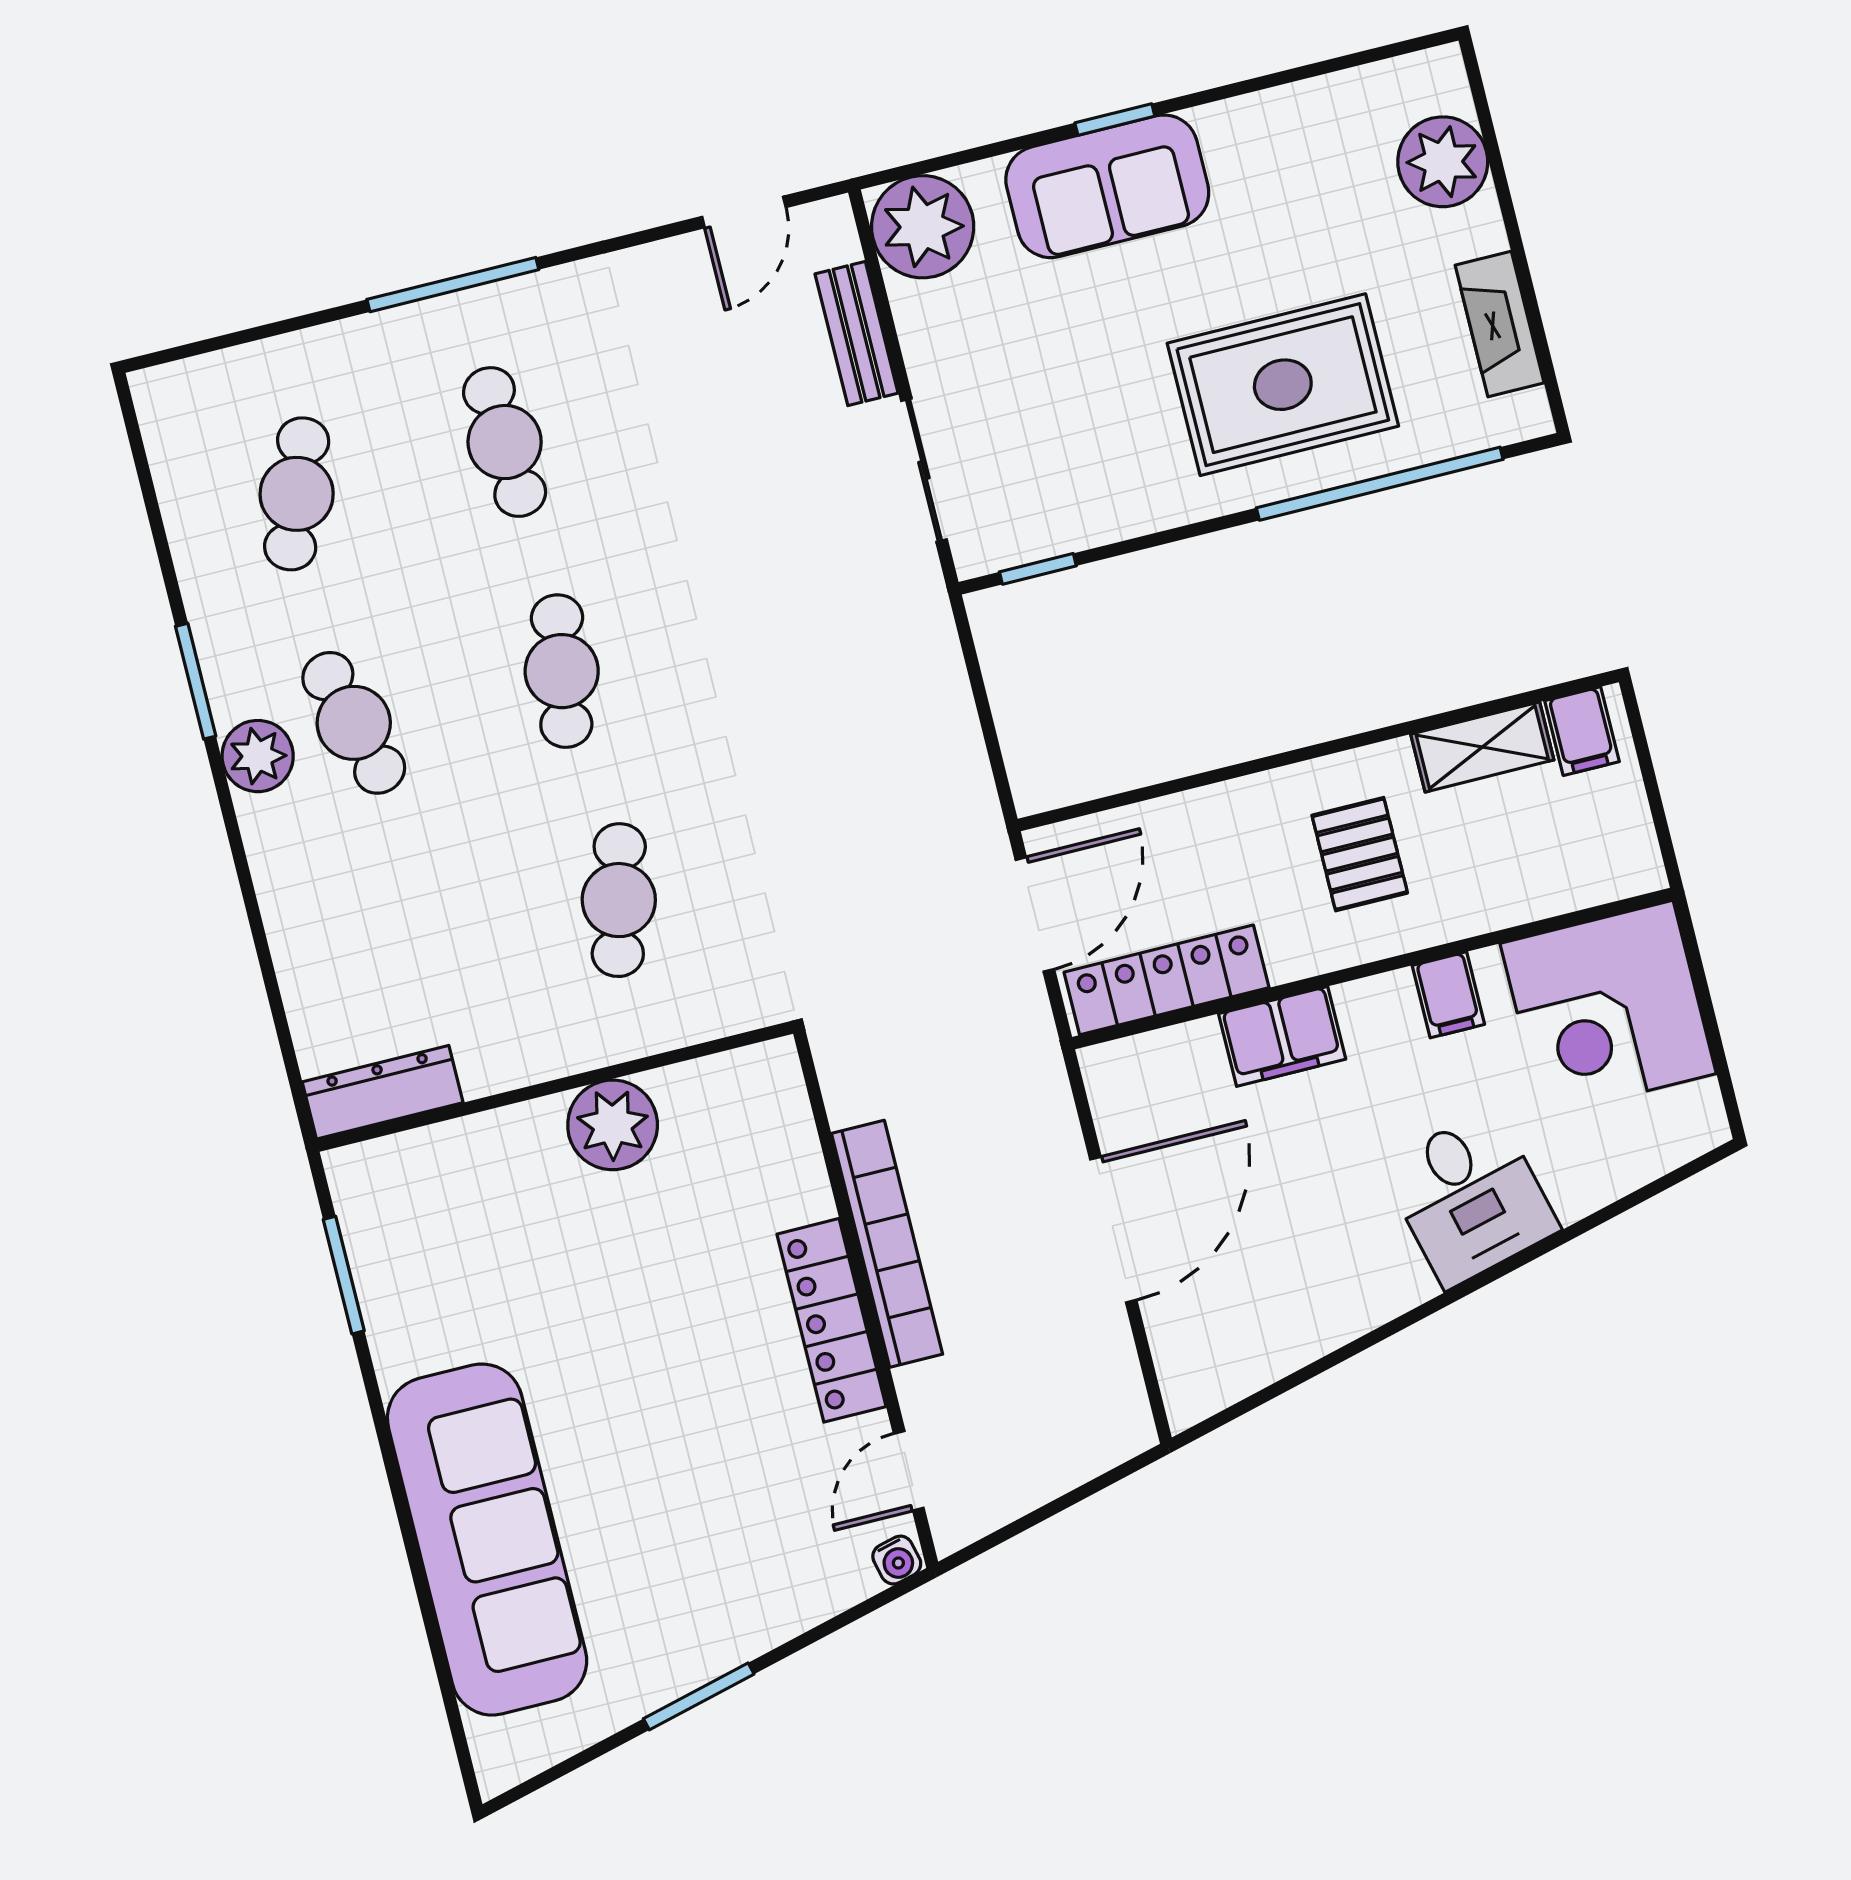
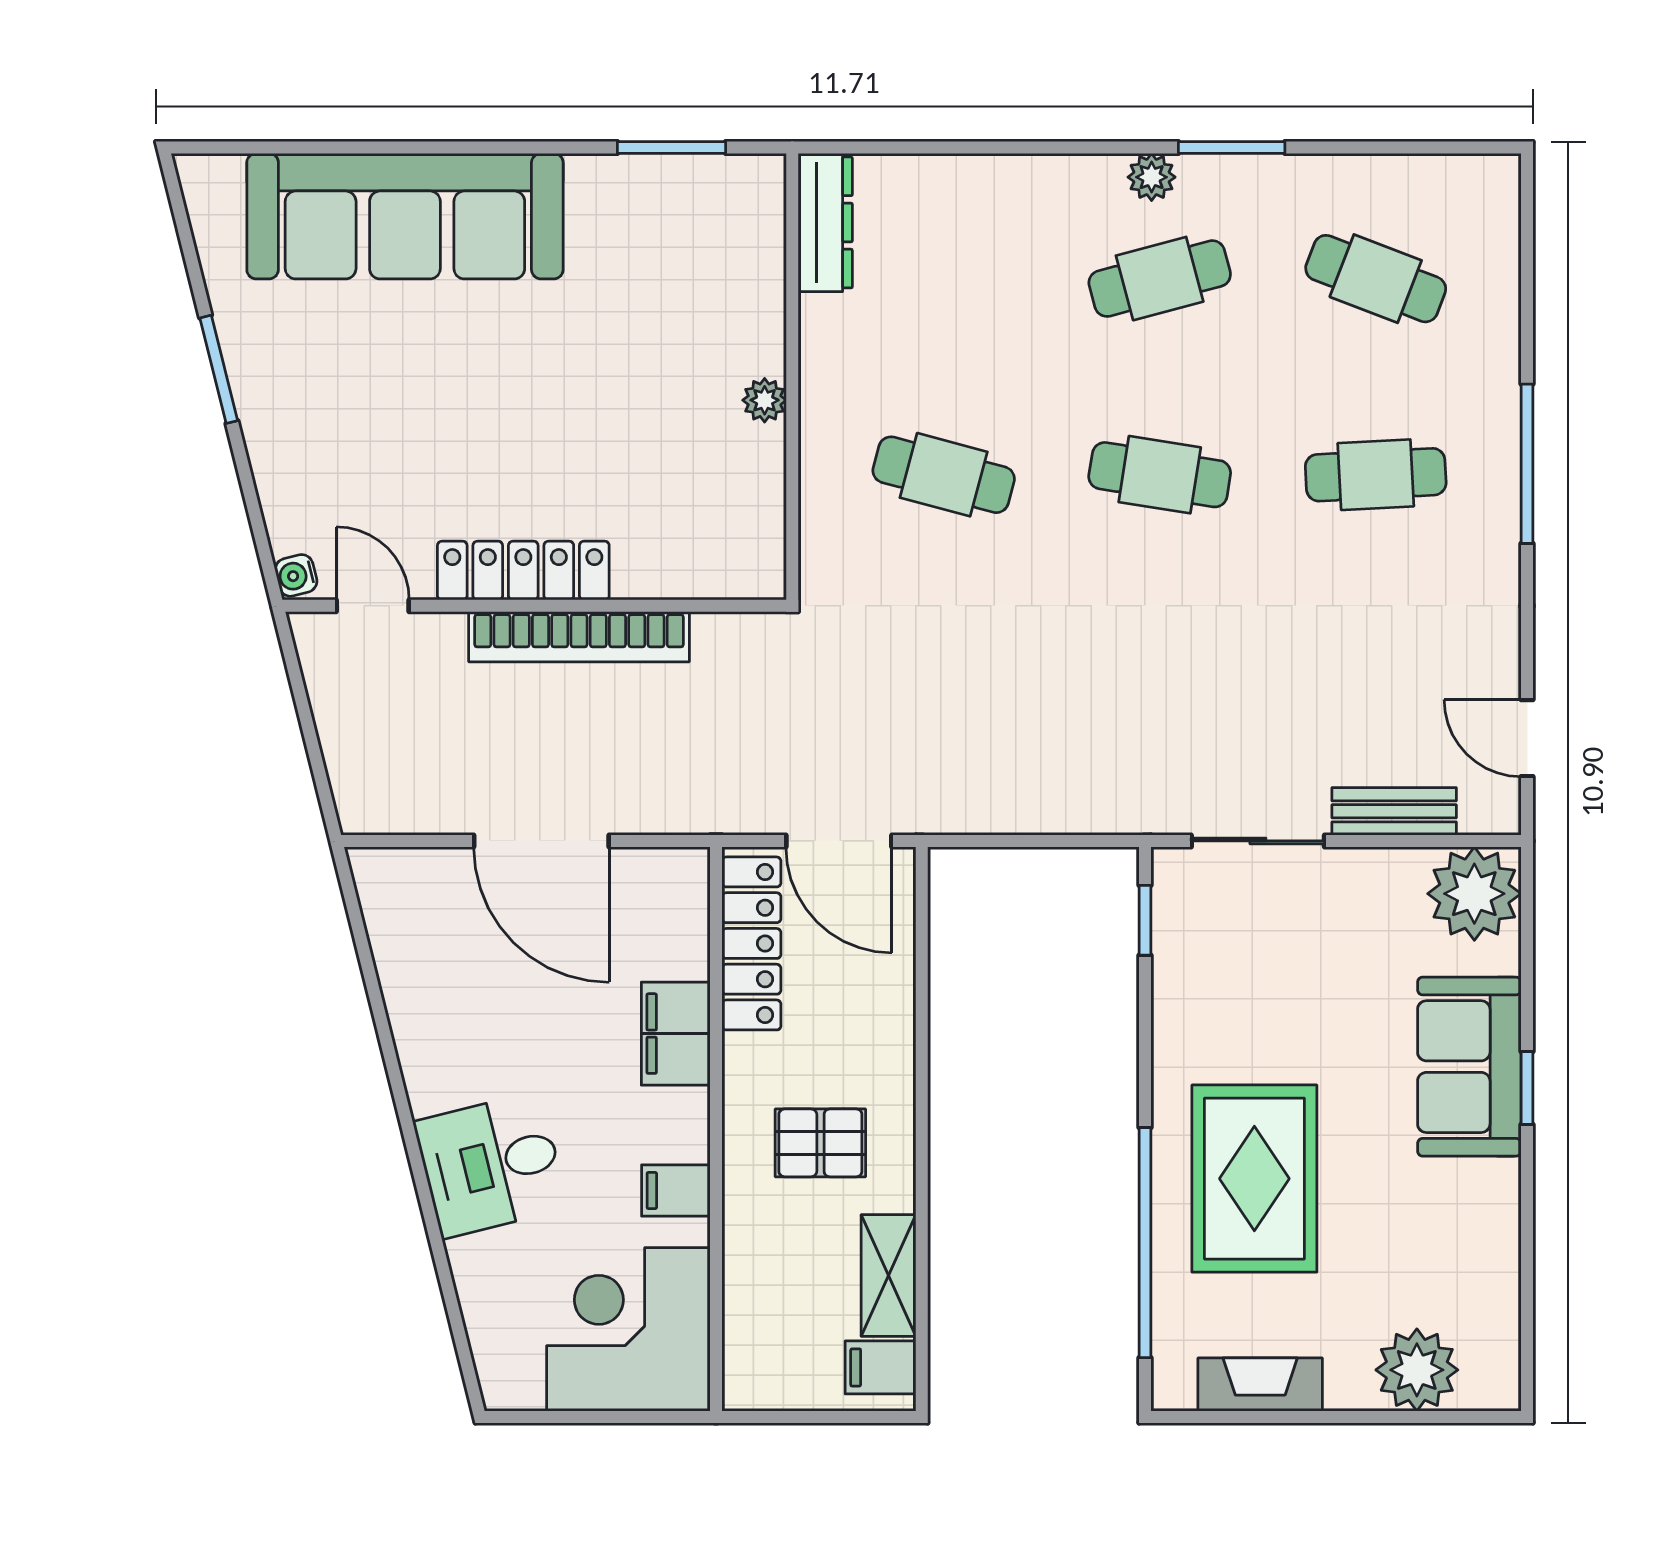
plant: (258, 756) -> (1152, 177), width x0.73, depth x0.73
plant: (613, 1125) -> (765, 400), width x0.53, depth x0.53

